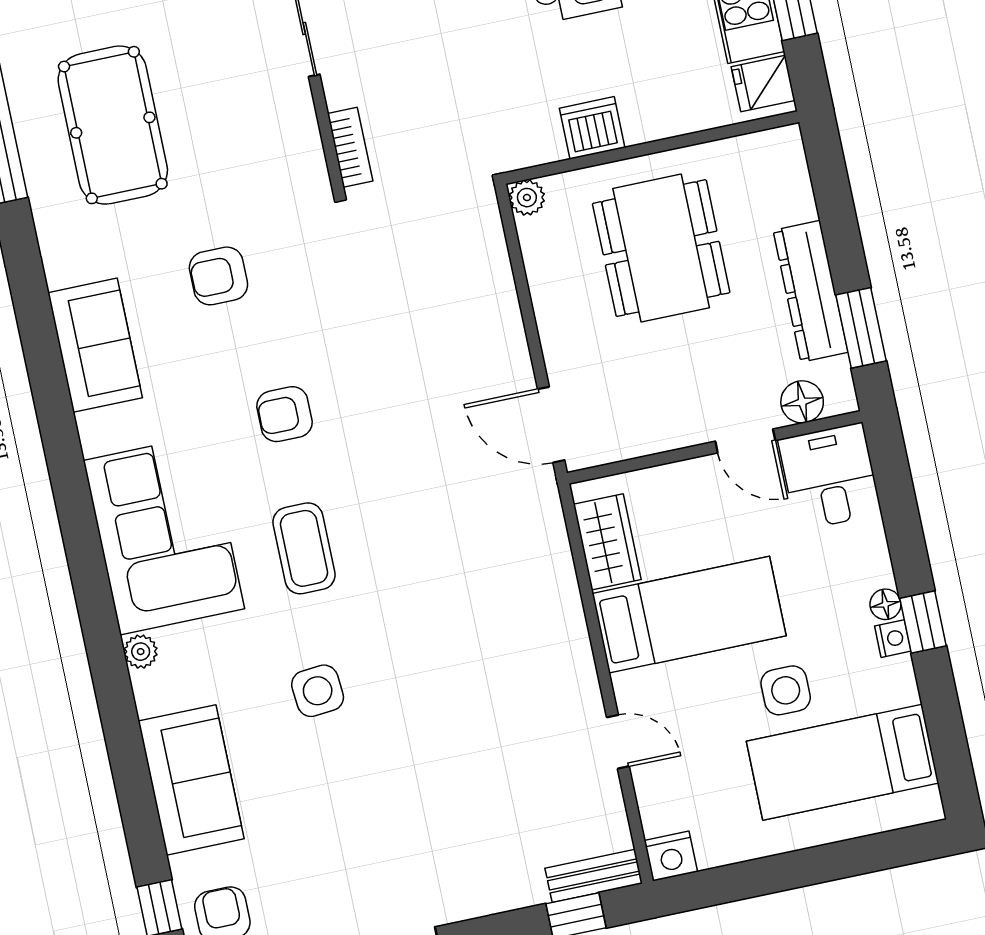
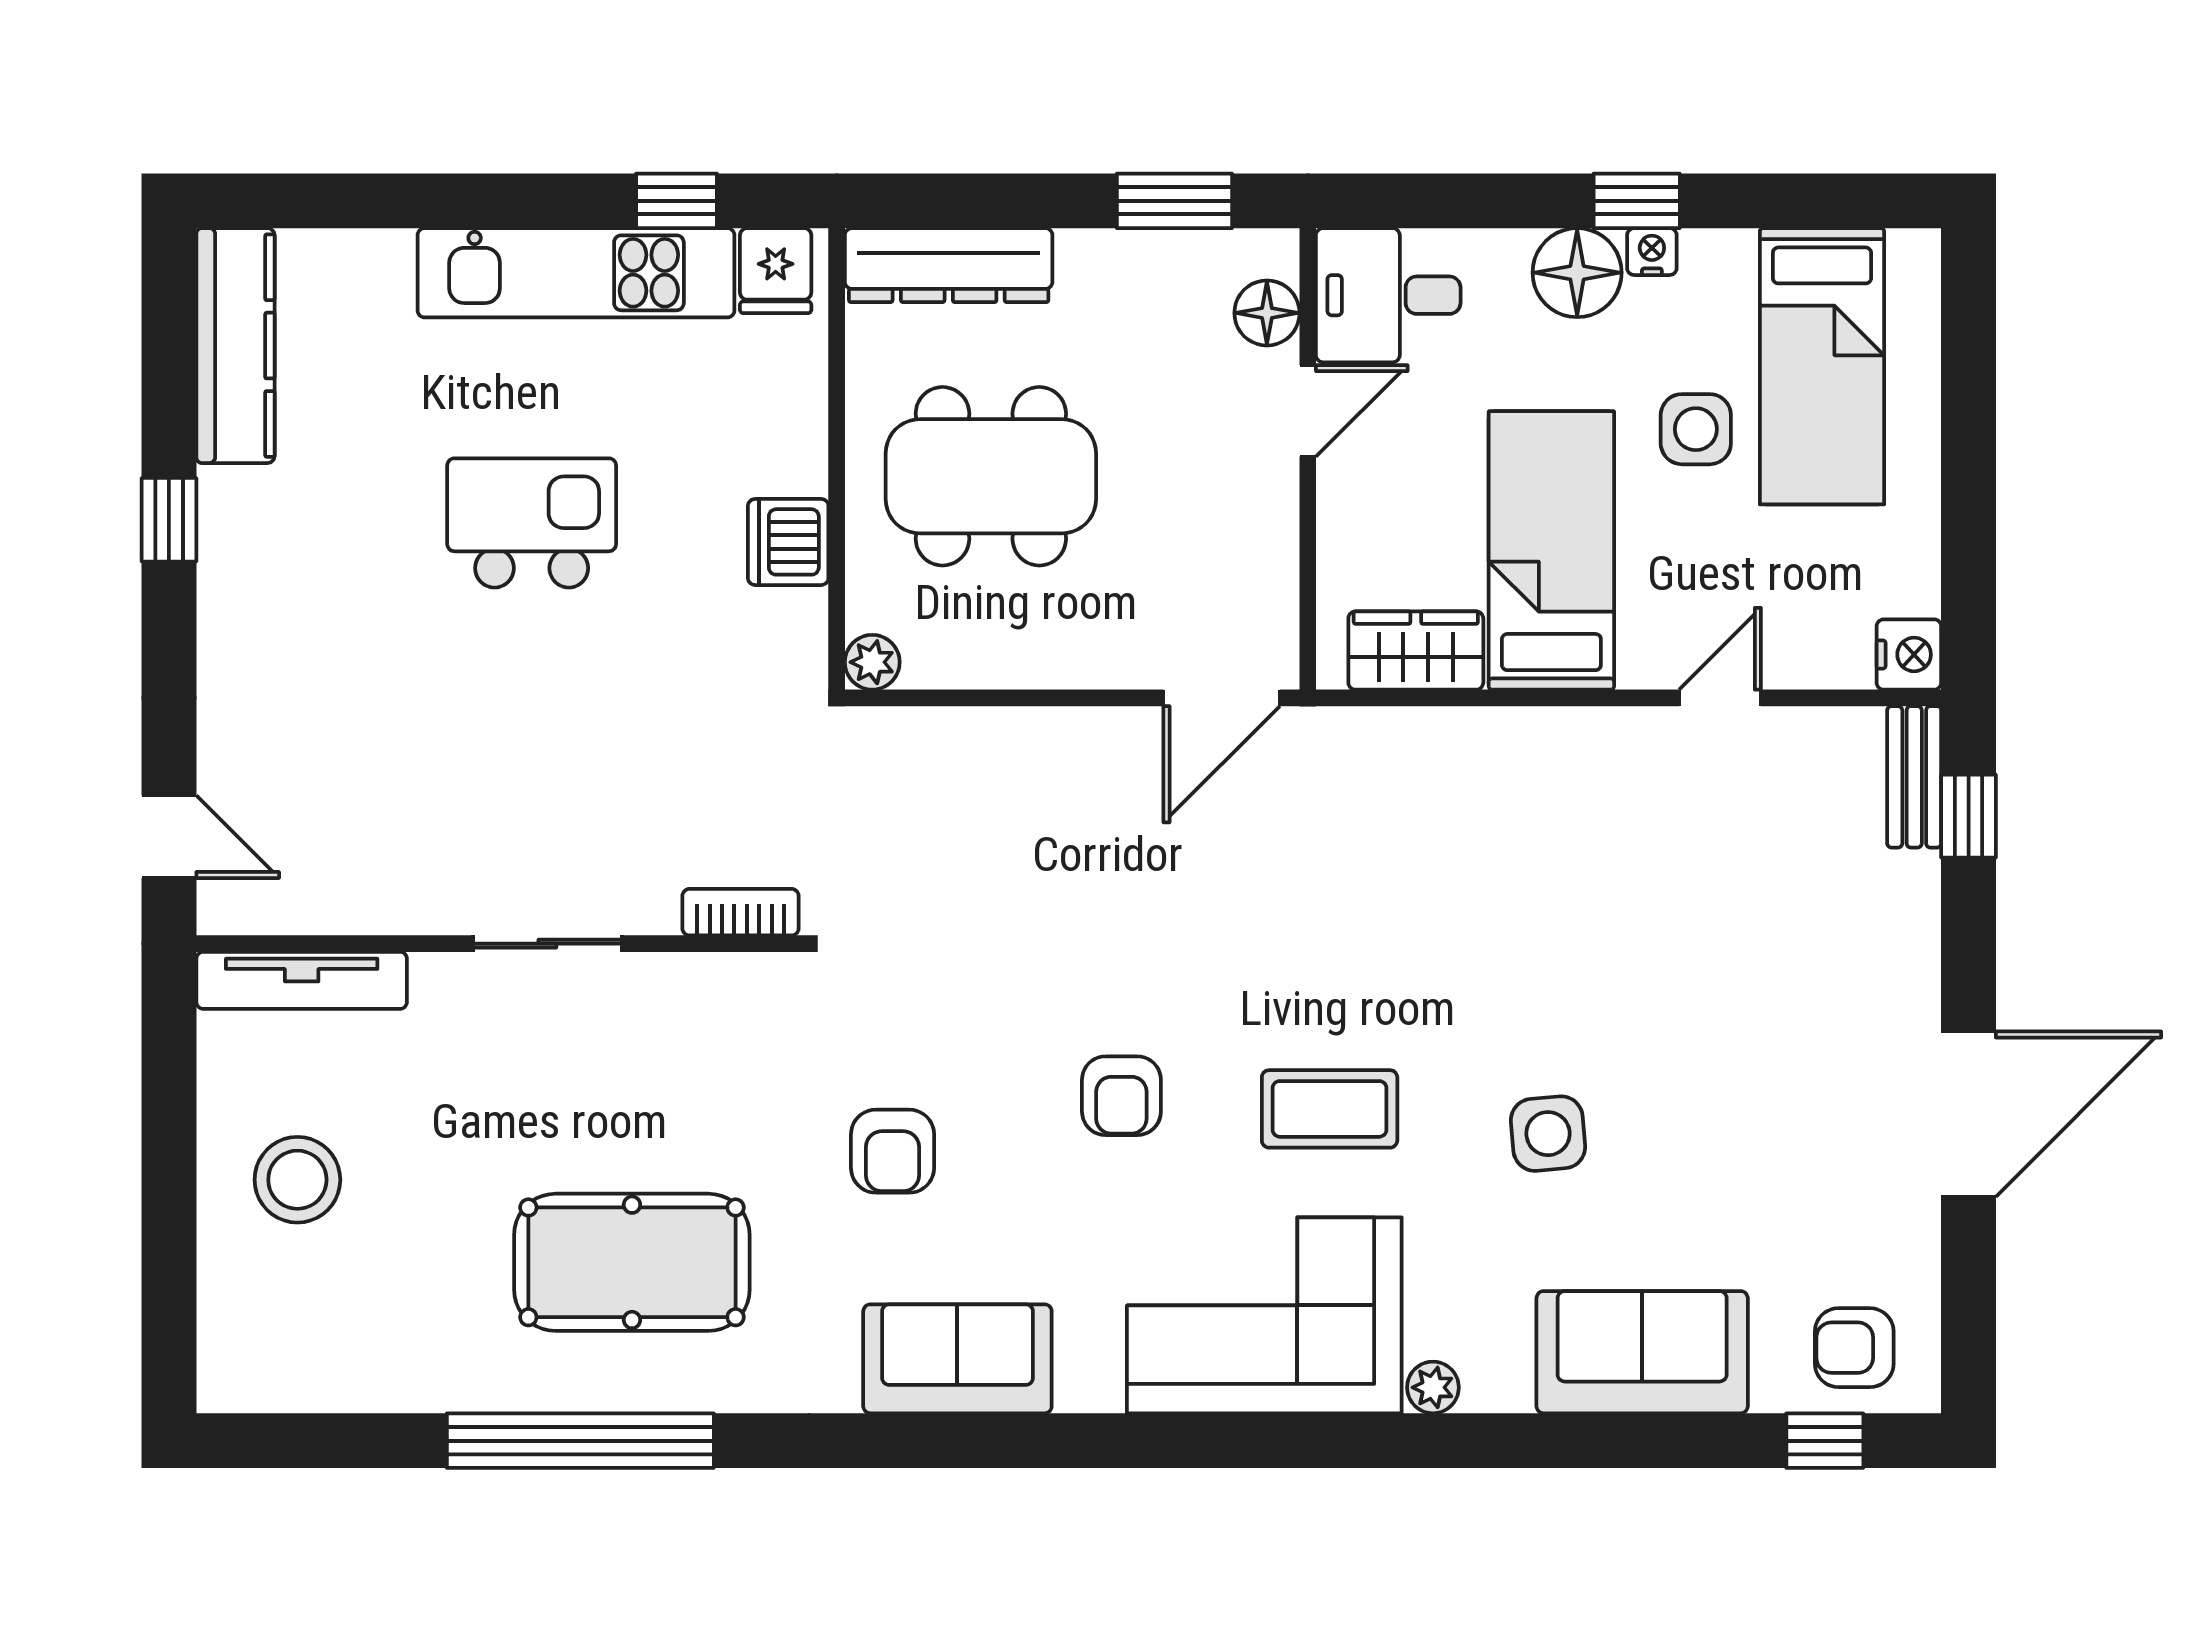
dresser: (811, 291) -> (949, 265), moved
floor lamp: (885, 604) -> (1577, 273), width x1.89, depth x1.89

